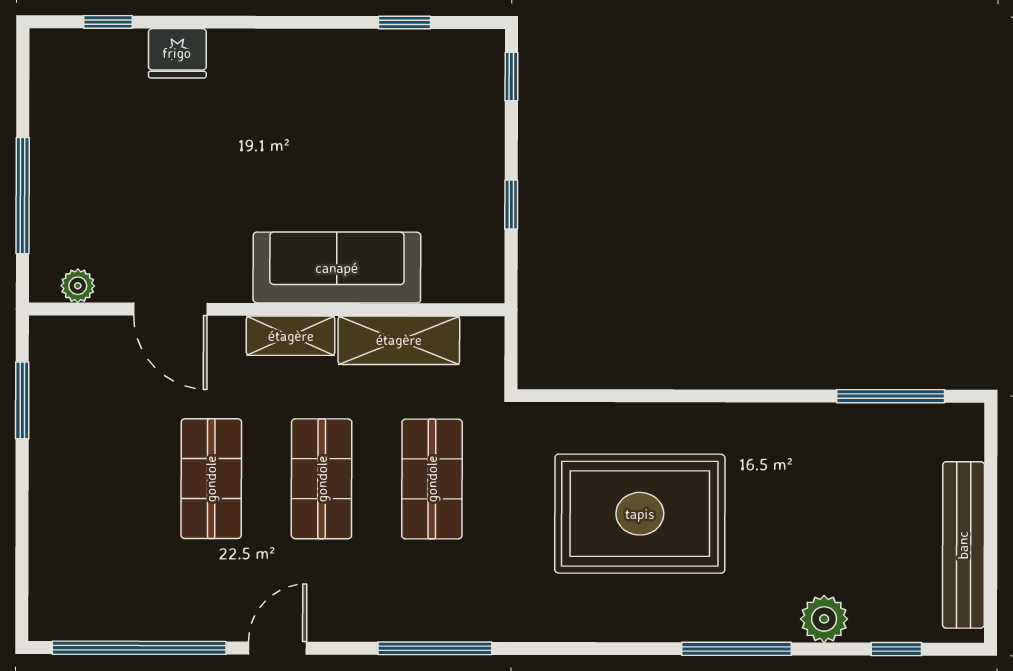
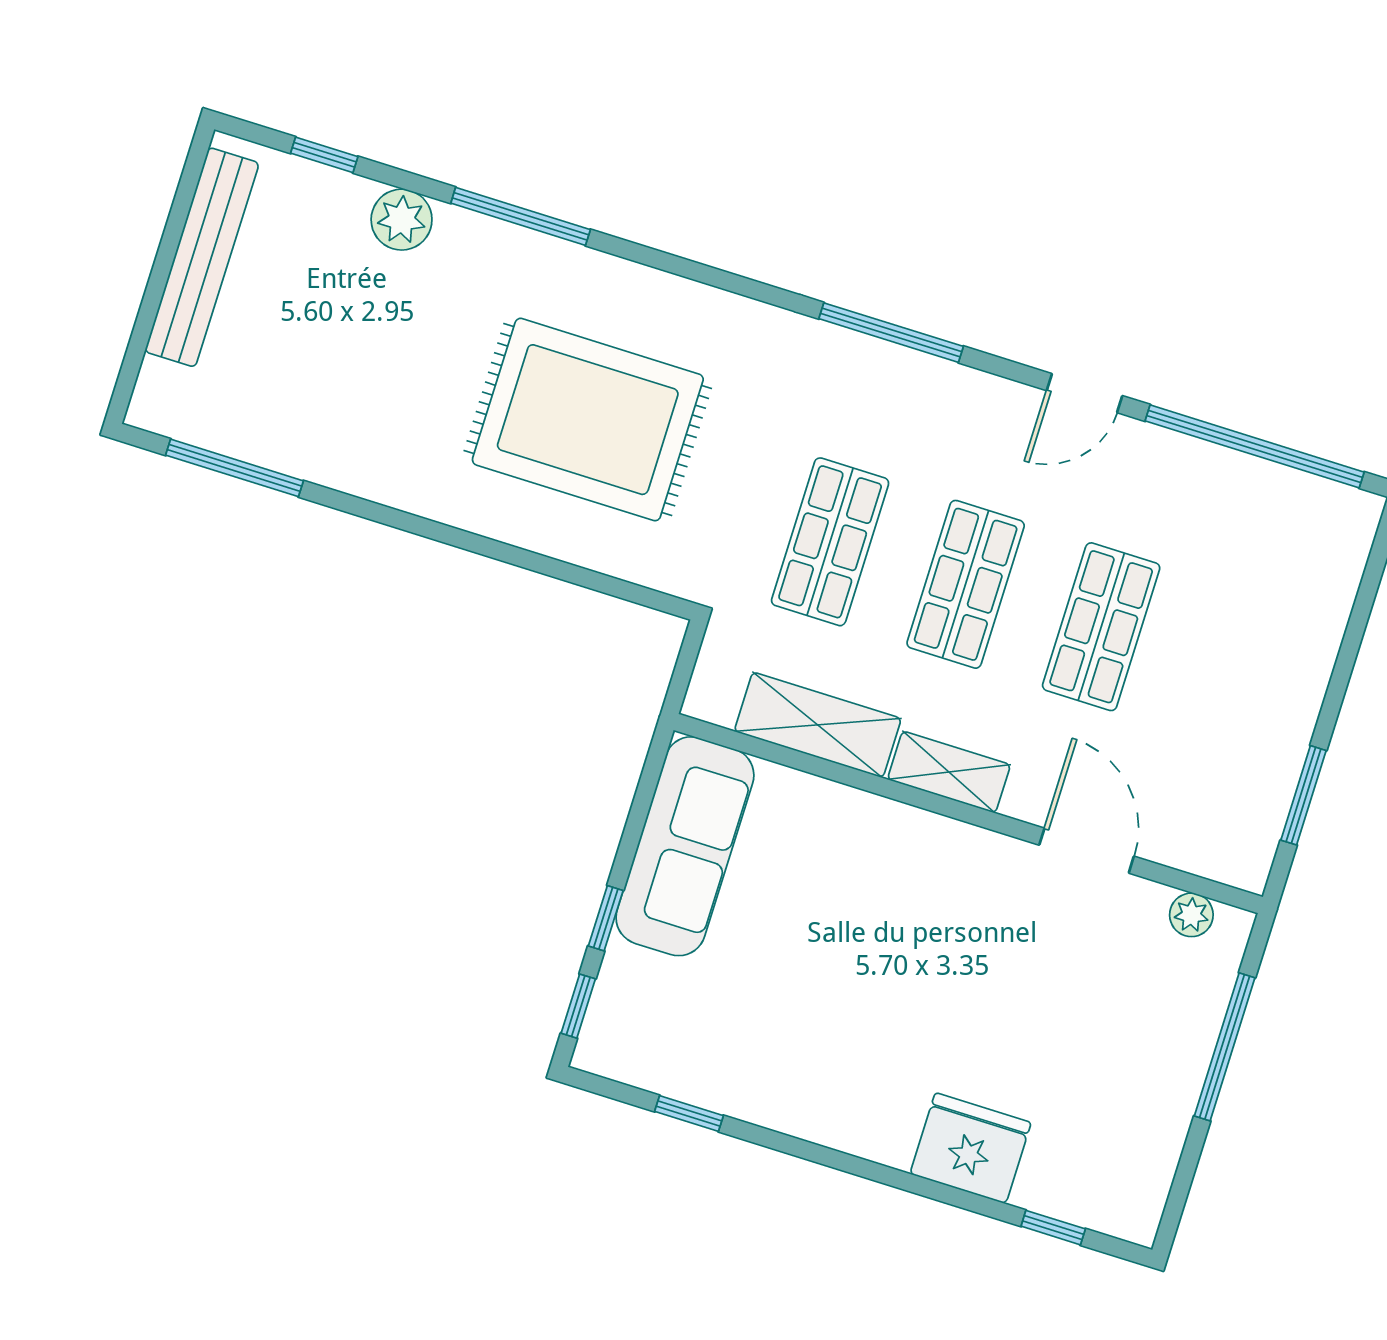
fridge: (177, 53) -> (970, 1148), width x1.36, depth x1.34
window: (511, 205) -> (606, 918), moved
sofa: (337, 268) -> (685, 846), moved, turned -90

